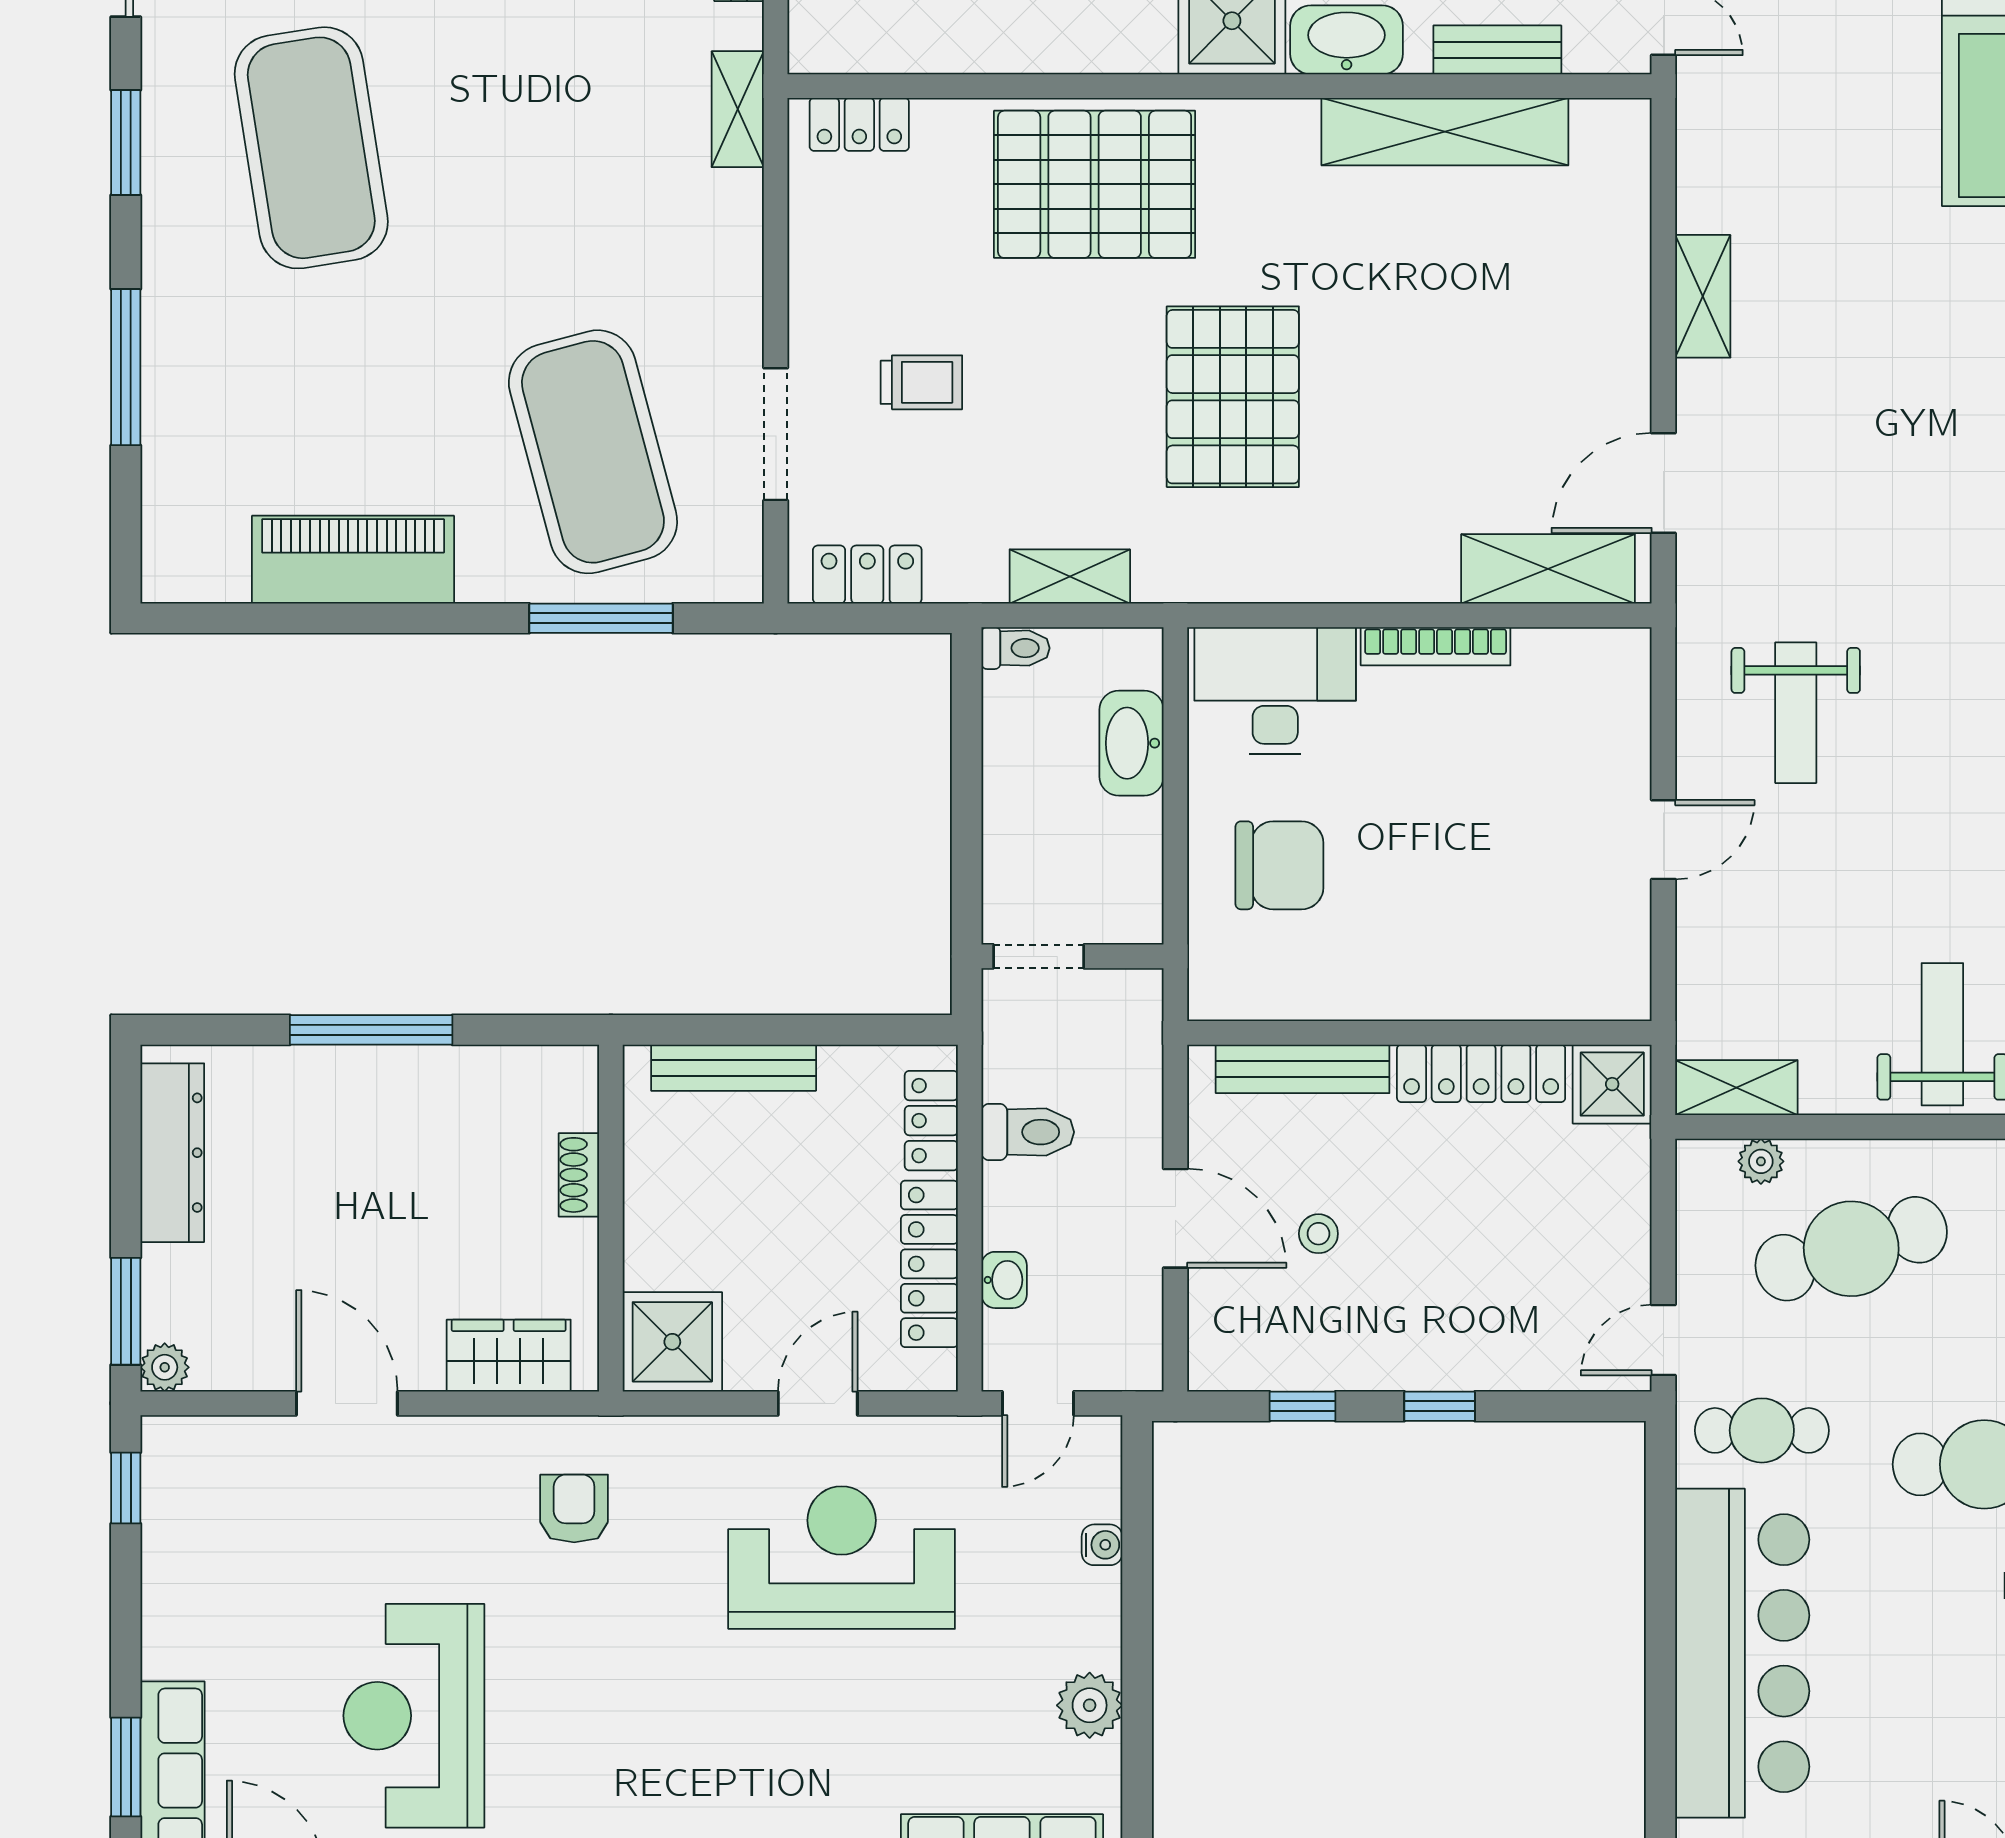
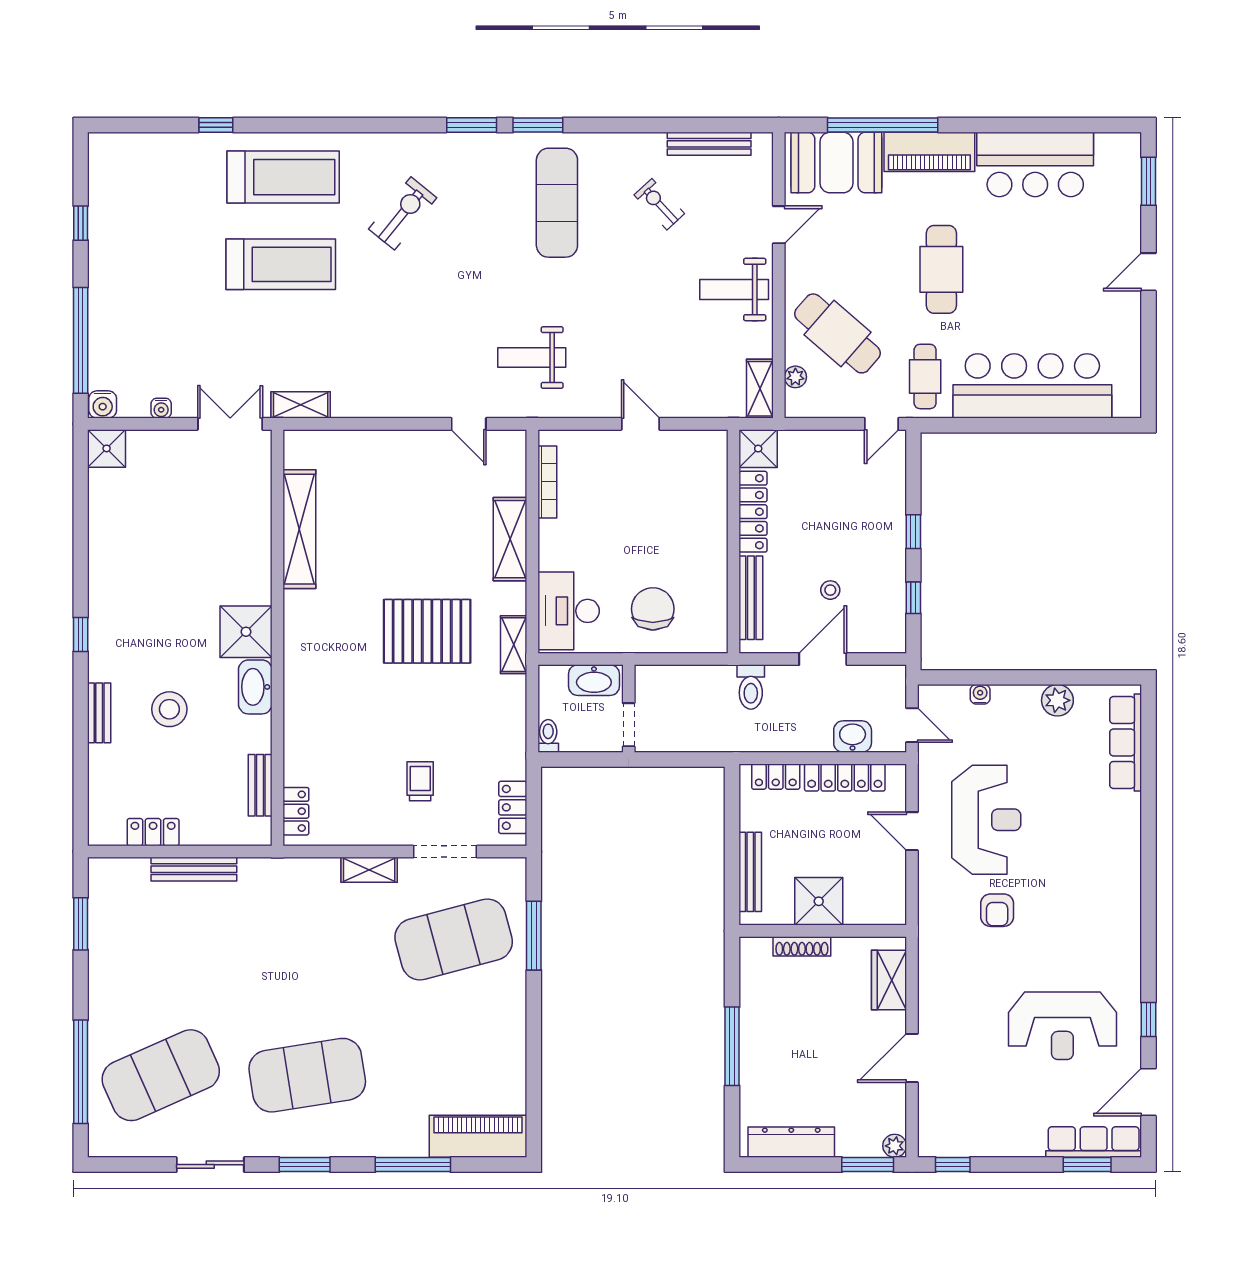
washbasin: (1347, 40) -> (255, 687), moved
bench: (1497, 50) -> (260, 785), moved
shelving: (738, 109) -> (369, 870), moved
pallet: (1095, 184) -> (325, 698), removed
shelving: (1703, 296) -> (301, 405), moved
door: (1663, 483) -> (469, 424), width x0.73
piano: (353, 560) -> (478, 1136), moved, turned 90
shelving: (1548, 569) -> (510, 539), moved
shelving: (1070, 576) -> (514, 645), moved
bookcase: (1436, 646) -> (547, 482), moved
weight bench: (1796, 713) -> (532, 357), moved, turned 180
doorway: (1039, 956) -> (629, 725), moved
wall: (1072, 956) -> (629, 709), moved
toilet: (1028, 1132) -> (751, 687), moved, turned 180
shoe rack: (579, 1175) -> (802, 946), width x1.43
cafe table: (1851, 1249) -> (837, 333), turned -33
washbasin: (1004, 1280) -> (853, 737), width x1.38, depth x1.45
door: (1663, 1340) -> (881, 424), hinge flipped
shower: (672, 1342) -> (819, 901), moved
armchair: (574, 1508) -> (997, 910), moved, turned -90
reception desk: (842, 1558) -> (986, 820), turned 180

